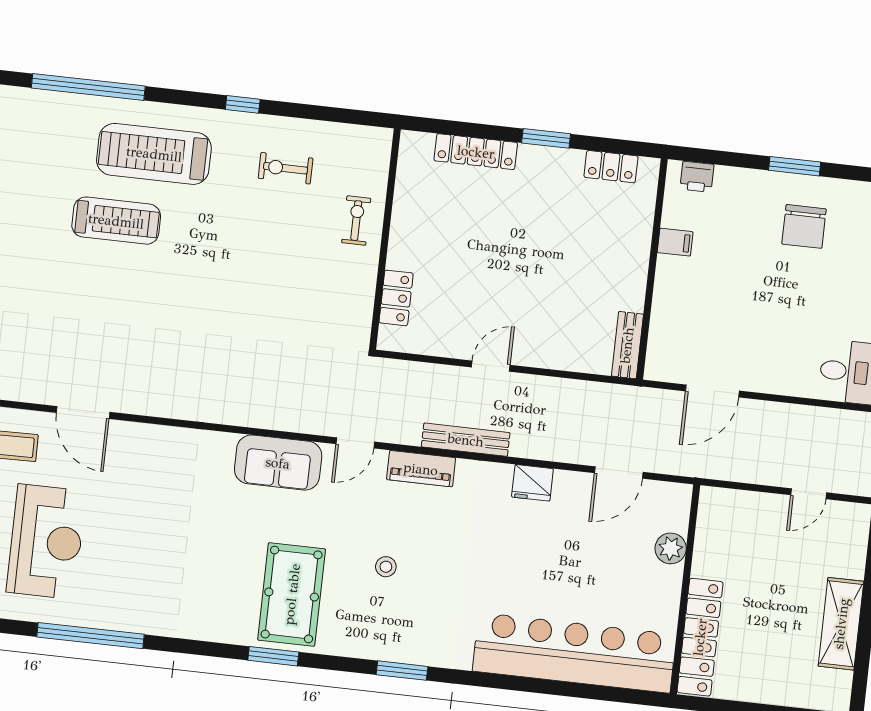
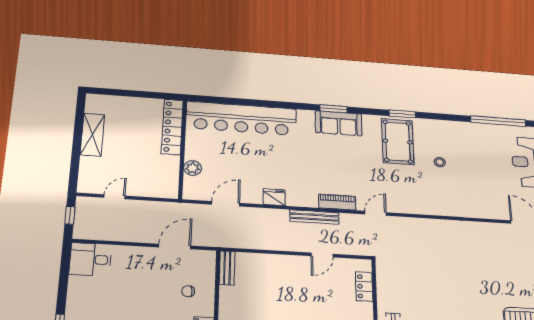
chair: (696, 304) -> (188, 291), added
door: (491, 366) -> (322, 255), moved
sofa: (278, 463) -> (339, 123), moved, turned 180
stool: (386, 567) -> (440, 162), moved

